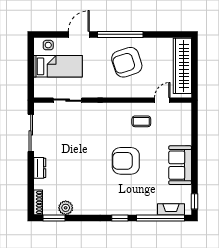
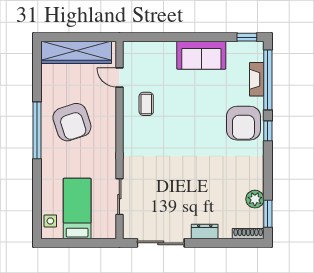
door: (79, 34) -> (37, 183), removed
armchair: (126, 161) -> (243, 123), moved
fireplace: (171, 209) -> (257, 79), moved

